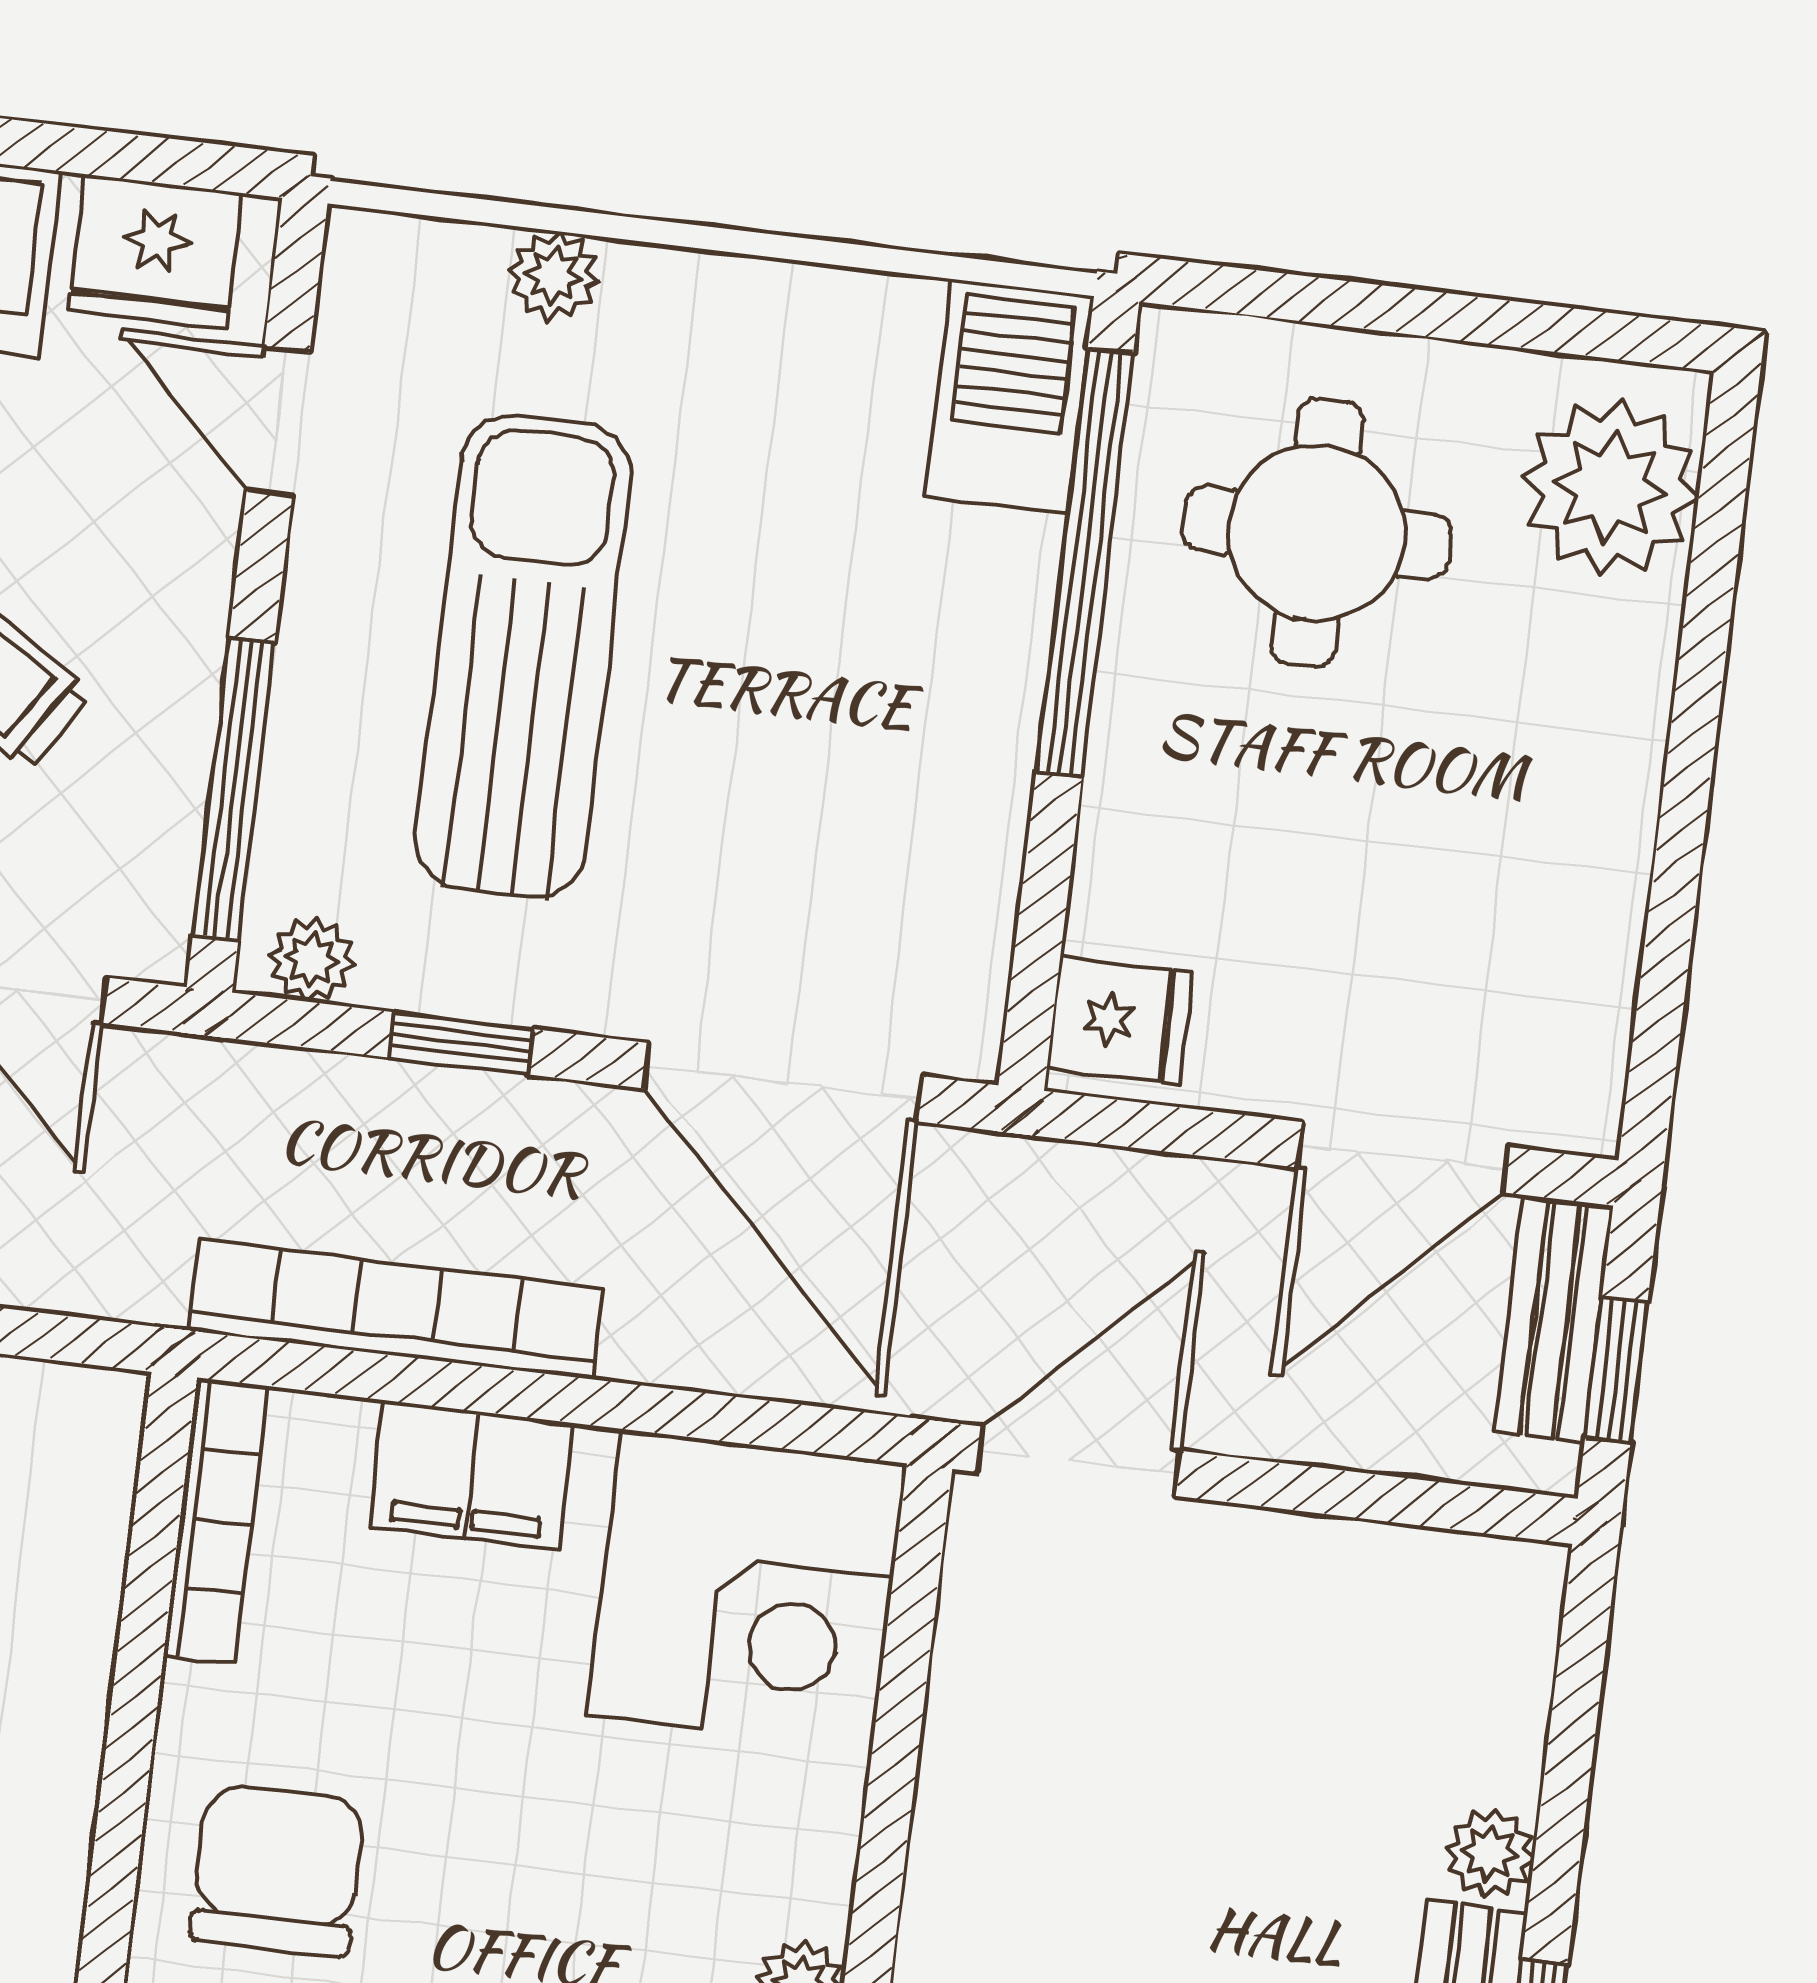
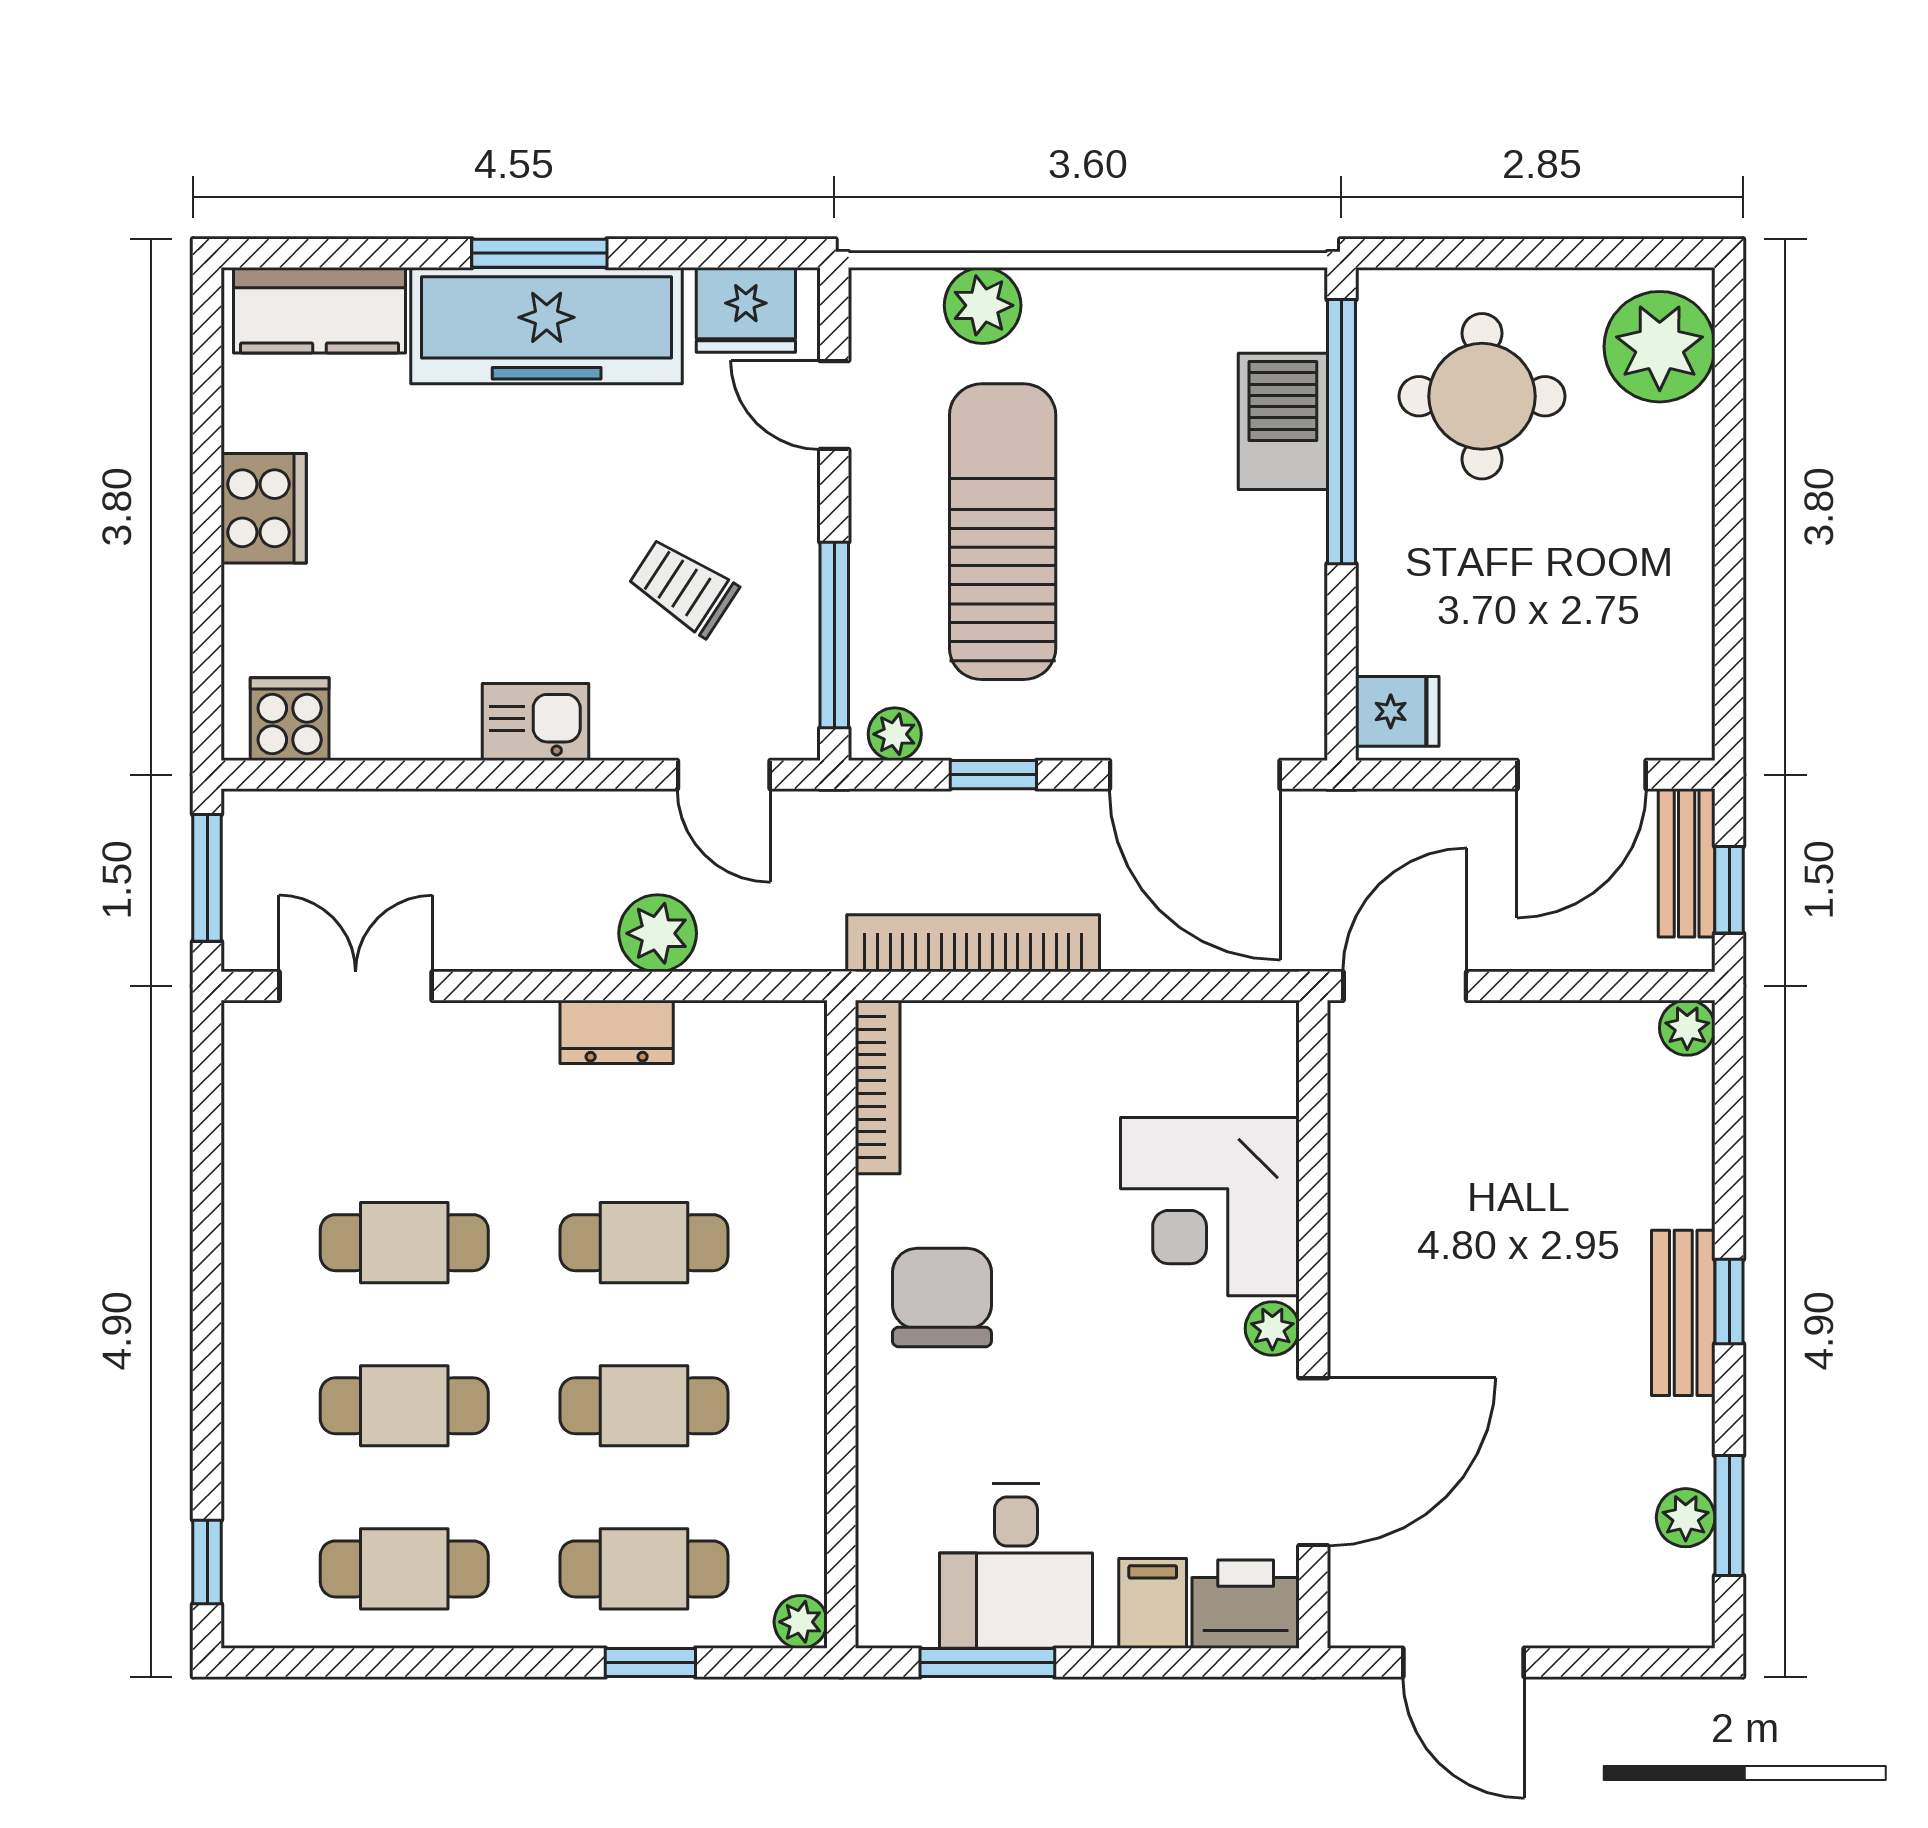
plant: (554, 276) -> (983, 305), width x1.38, depth x1.38
barbecue: (1010, 397) -> (1283, 421), moved
filing cabinet: (471, 1475) -> (1031, 1040), removed
corner desk: (747, 1589) -> (1210, 1207), moved, turned 90
plant: (1490, 1853) -> (1687, 1028), moved

